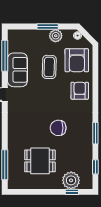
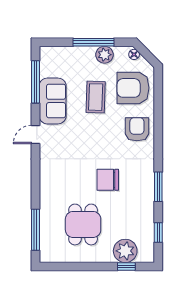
window: (48, 27) -> (93, 42), width x1.44
armchair: (77, 60) -> (133, 88), turned 90
dining table: (40, 161) -> (83, 224), turned 90

